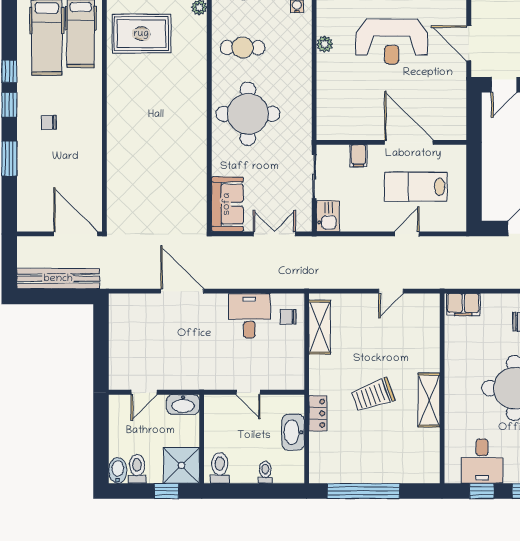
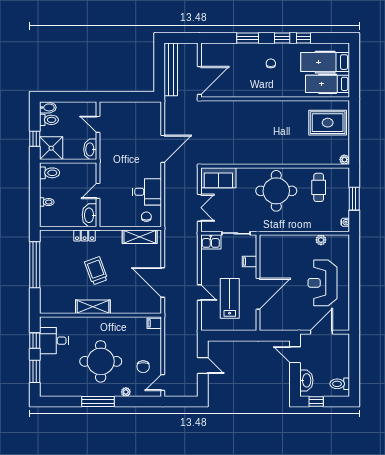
rug: (141, 34) -> (328, 123), turned 90
door: (391, 291) -> (163, 282), width x1.88
filing cabinet: (463, 305) -> (154, 323), width x0.50
washbasin: (293, 432) -> (89, 215), moved, turned -90

